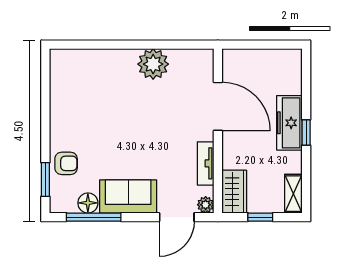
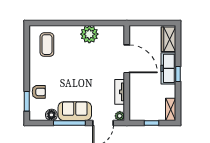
coffee table: (80, 82) -> (47, 45), added
wardrobe: (234, 192) -> (169, 39), moved, turned 180
window: (94, 217) -> (69, 123), moved

